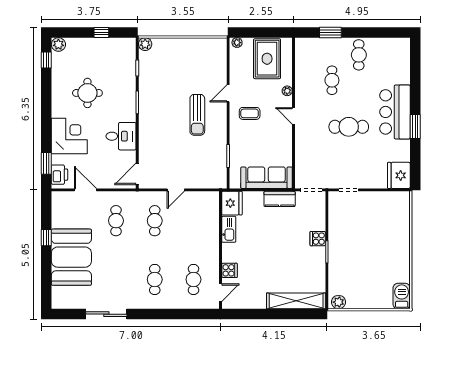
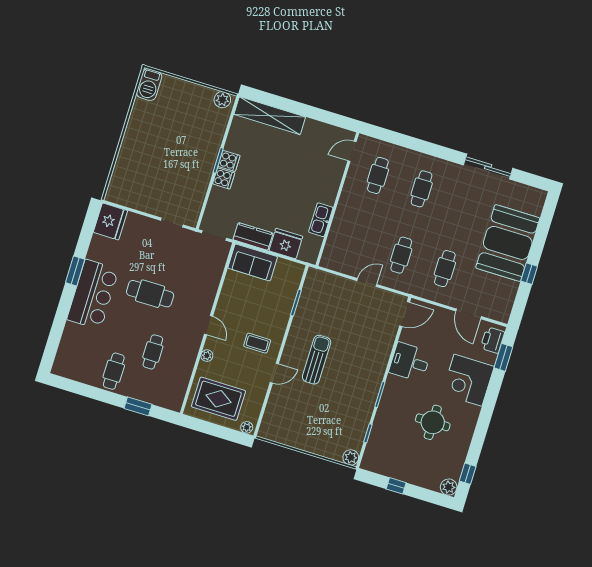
rug: (267, 59) -> (218, 399), turned 90
sofa: (267, 178) -> (253, 262), width x0.73
fridge: (232, 203) -> (286, 244), moved, turned 90
cooker: (229, 270) -> (229, 161), moved, turned 180

